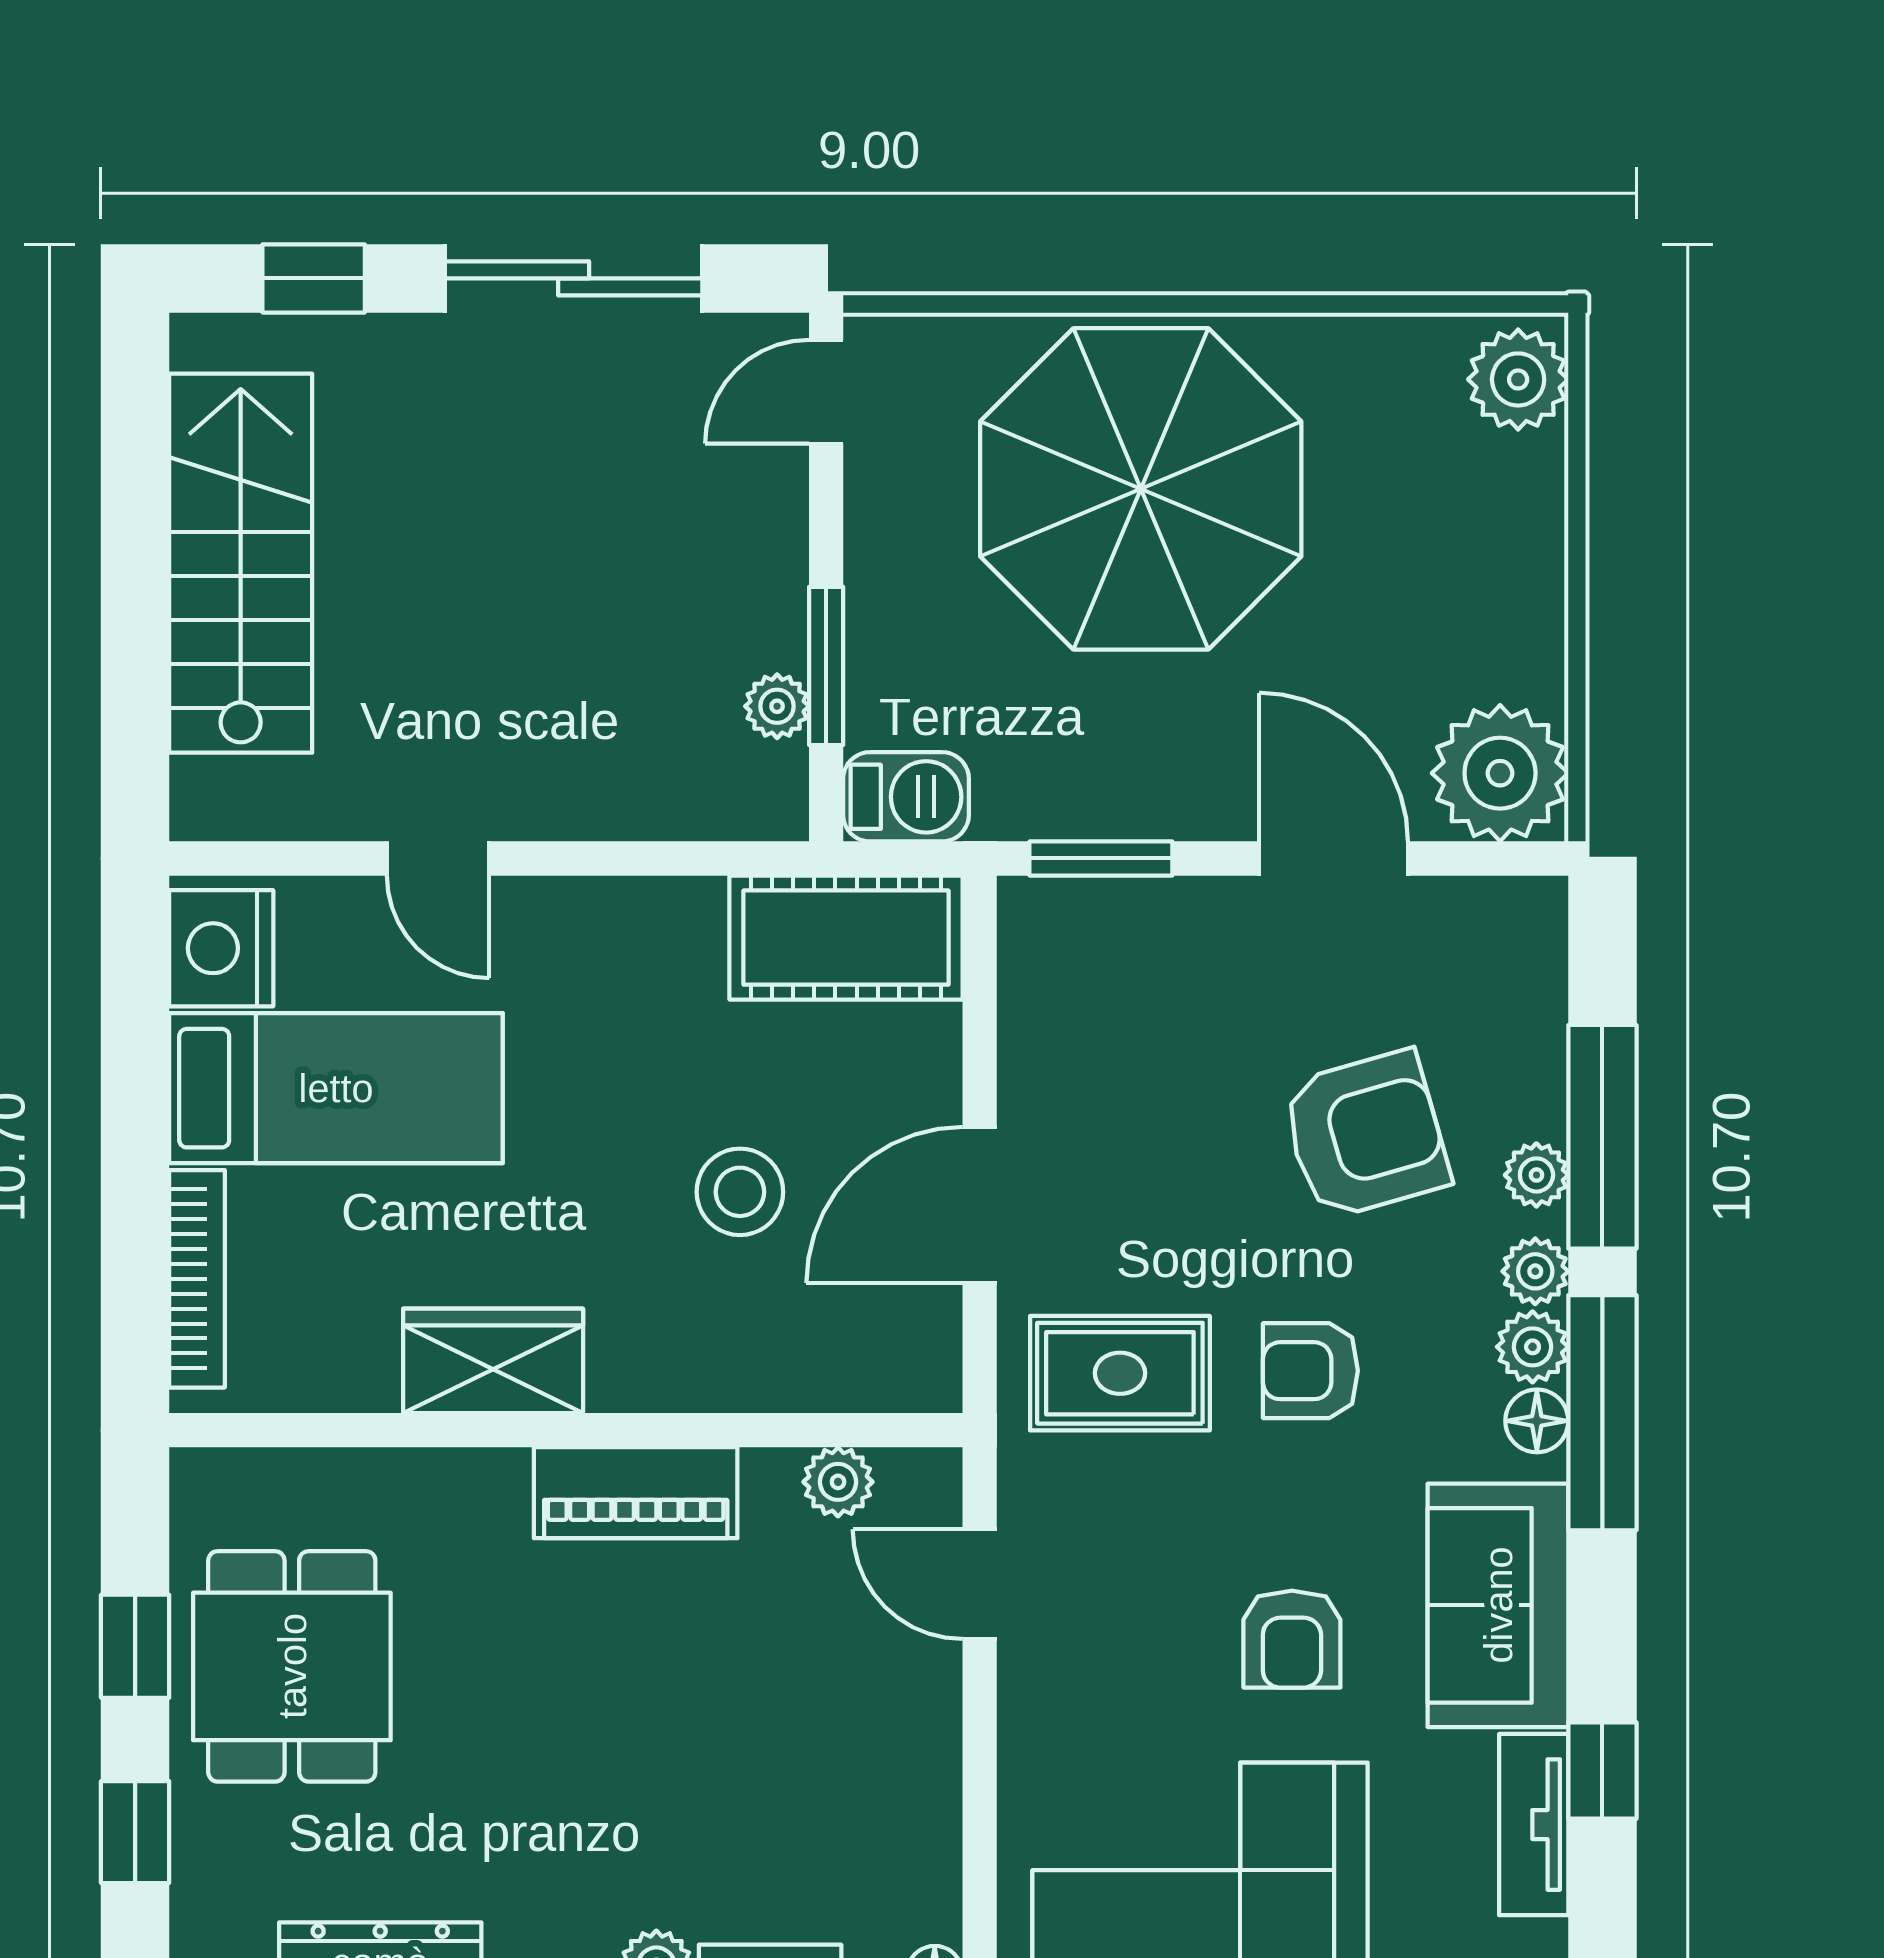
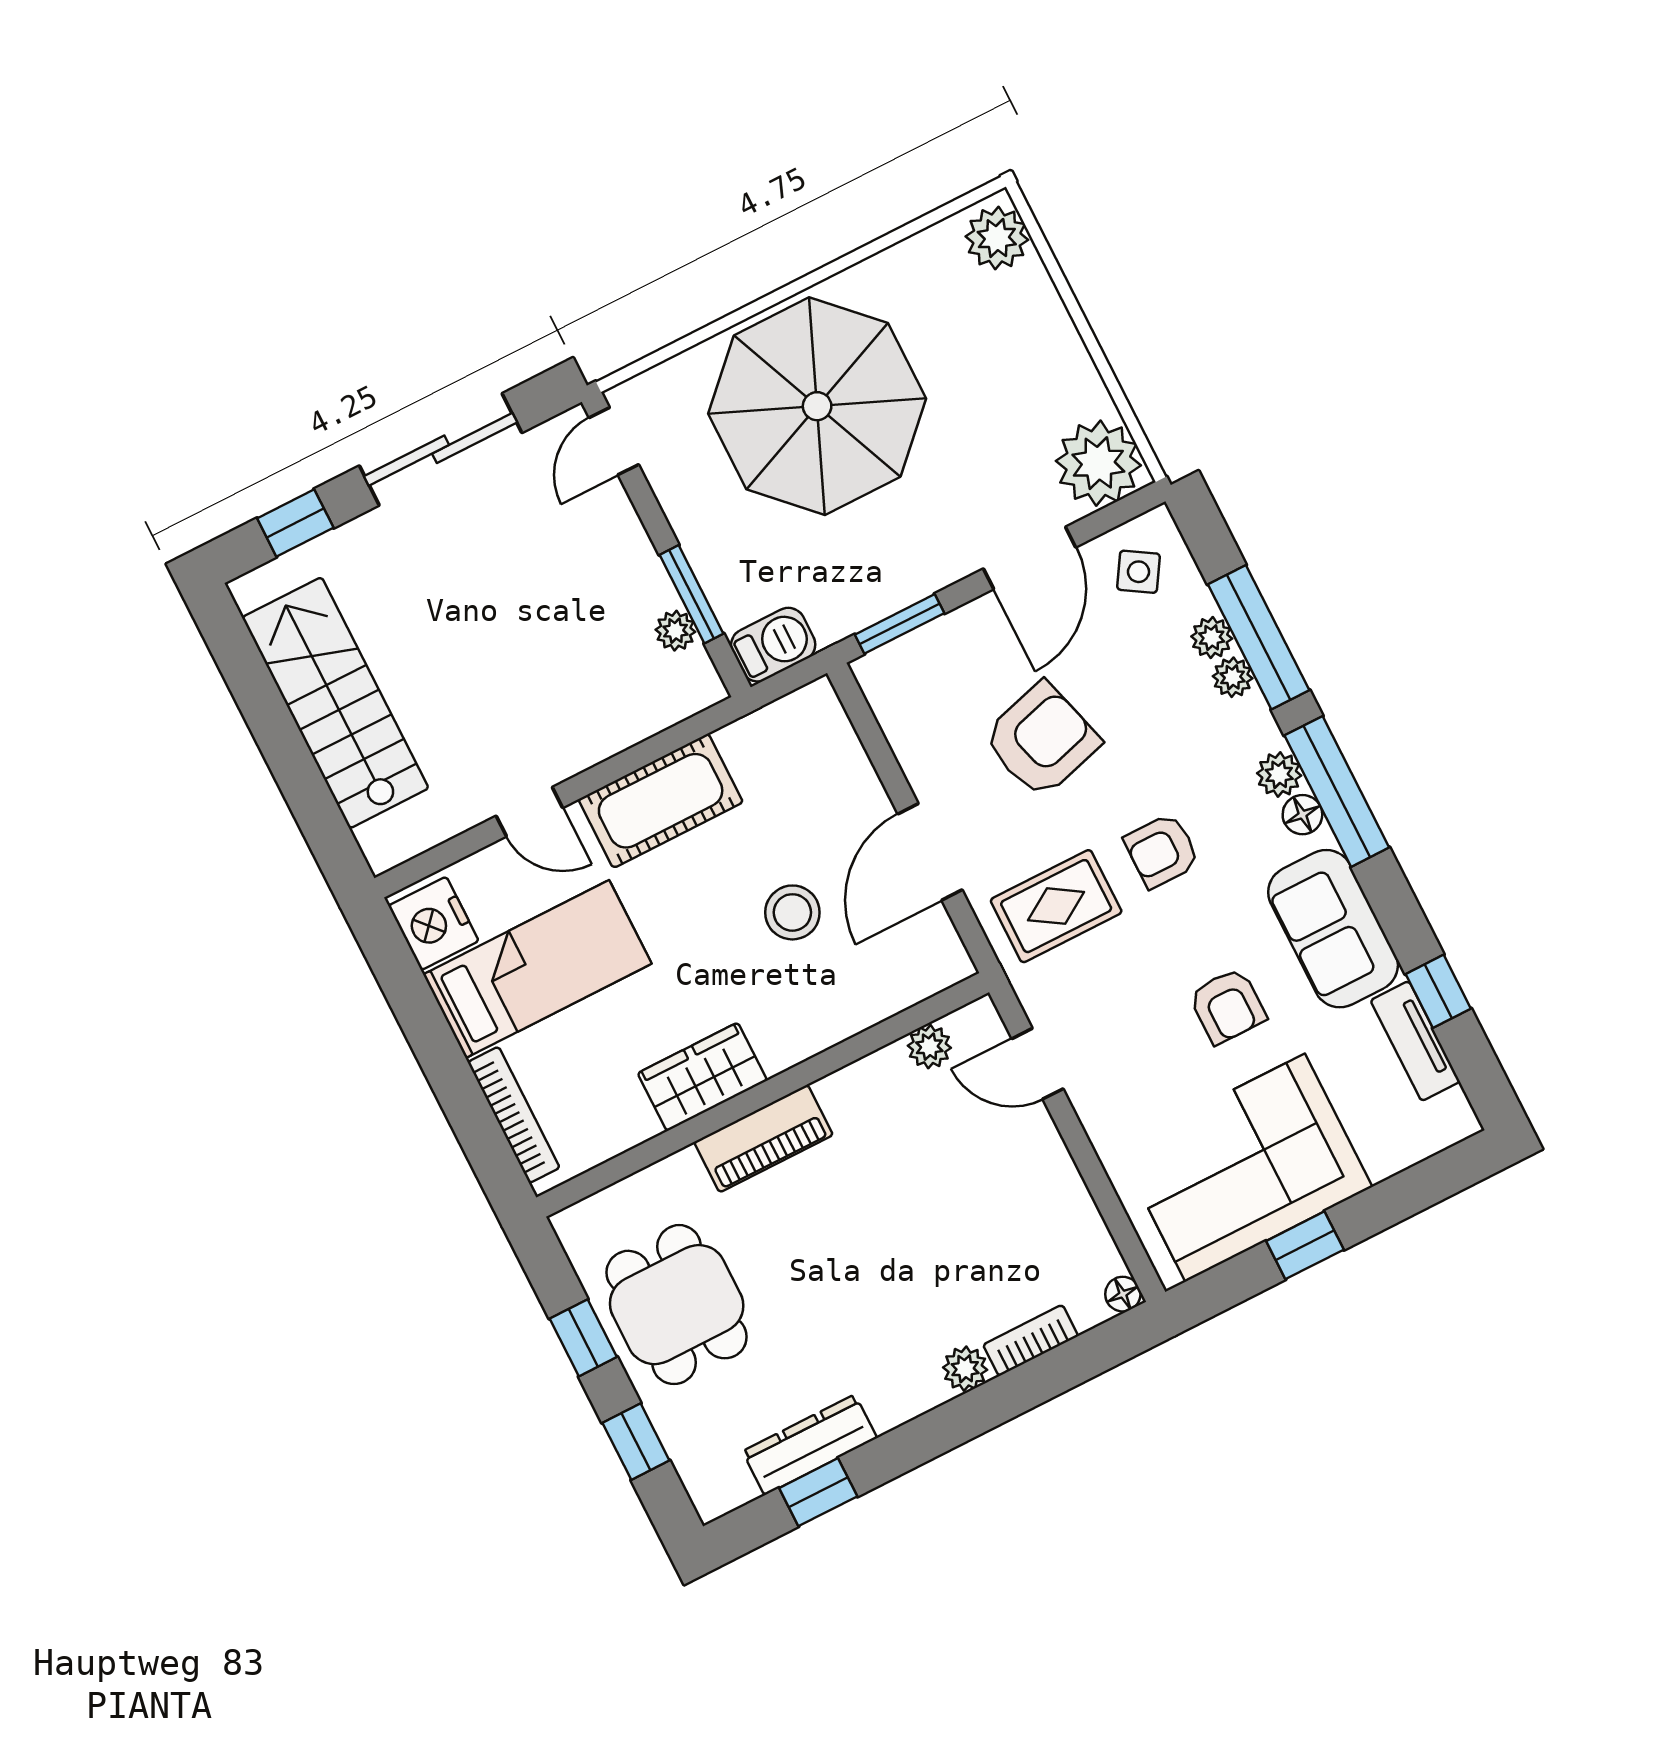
door: (1334, 858) -> (1030, 558), swing flipped
cot: (846, 938) -> (661, 801), moved
side table: (1479, 957) -> (1139, 572), added
armchair: (1365, 1135) -> (1041, 740), moved
plant: (1535, 1271) -> (1212, 638), moved
piano: (636, 1493) -> (763, 1138), moved

